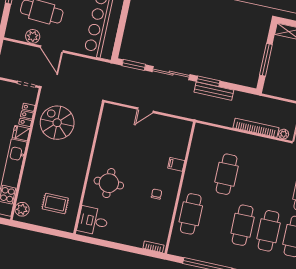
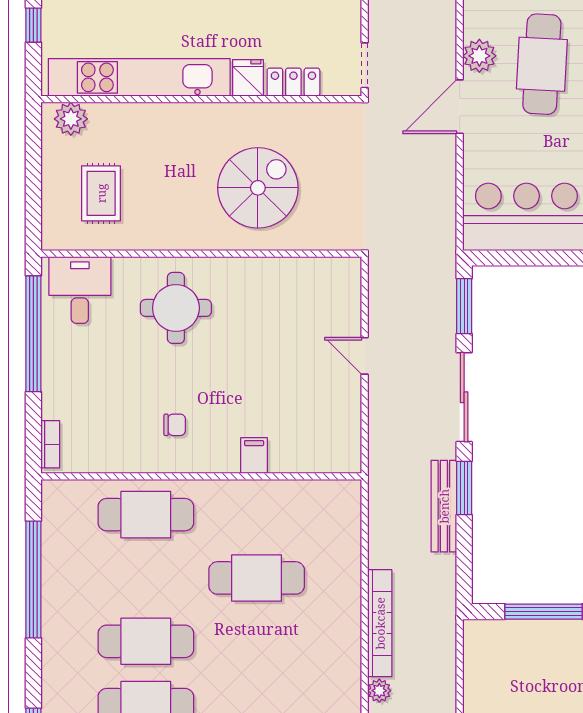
spiral stairs: (57, 123) -> (258, 188), moved
window: (107, 244) -> (33, 334), added

